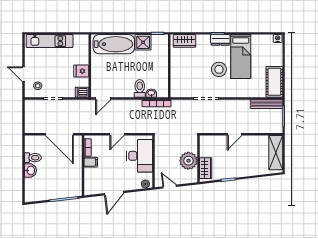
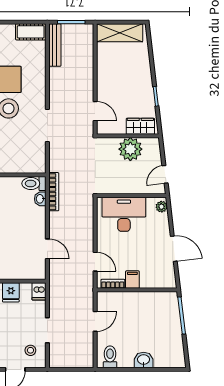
cot: (274, 82) -> (31, 32), width x0.73, depth x0.75
toilet: (140, 88) -> (34, 184), moved
door: (103, 98) -> (47, 249), moved
door: (59, 134) -> (95, 321), width x0.53
door: (117, 134) -> (95, 262), moved
door: (235, 134) -> (95, 111), moved
toilet: (33, 158) -> (110, 357), moved

